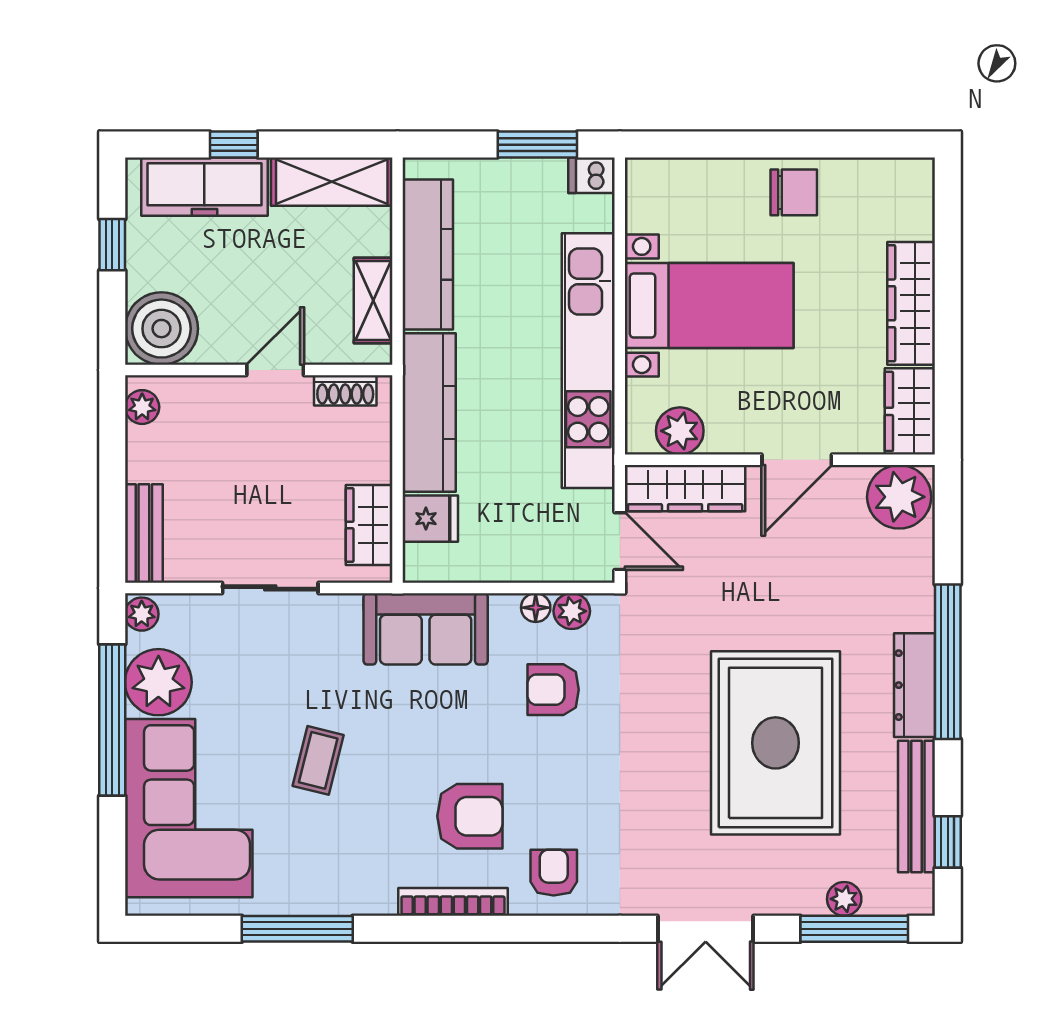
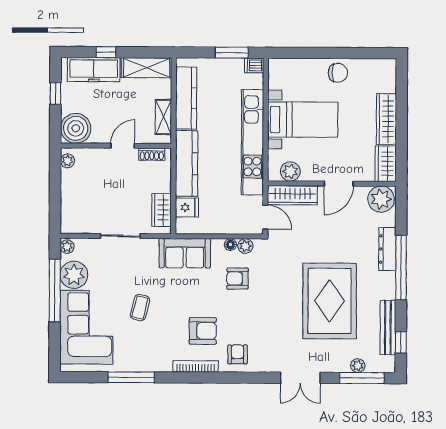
bench: (144, 533) -> (68, 213), removed
dresser: (915, 685) -> (387, 249), moved

